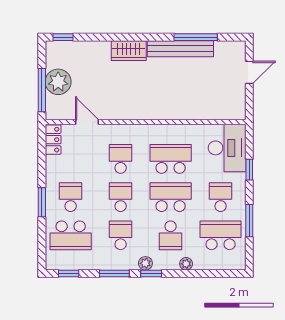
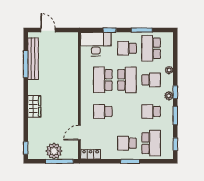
bench: (180, 49) -> (33, 59), moved
school desk: (121, 197) -> (127, 112), removed
school desk: (171, 197) -> (127, 80), turned 180

